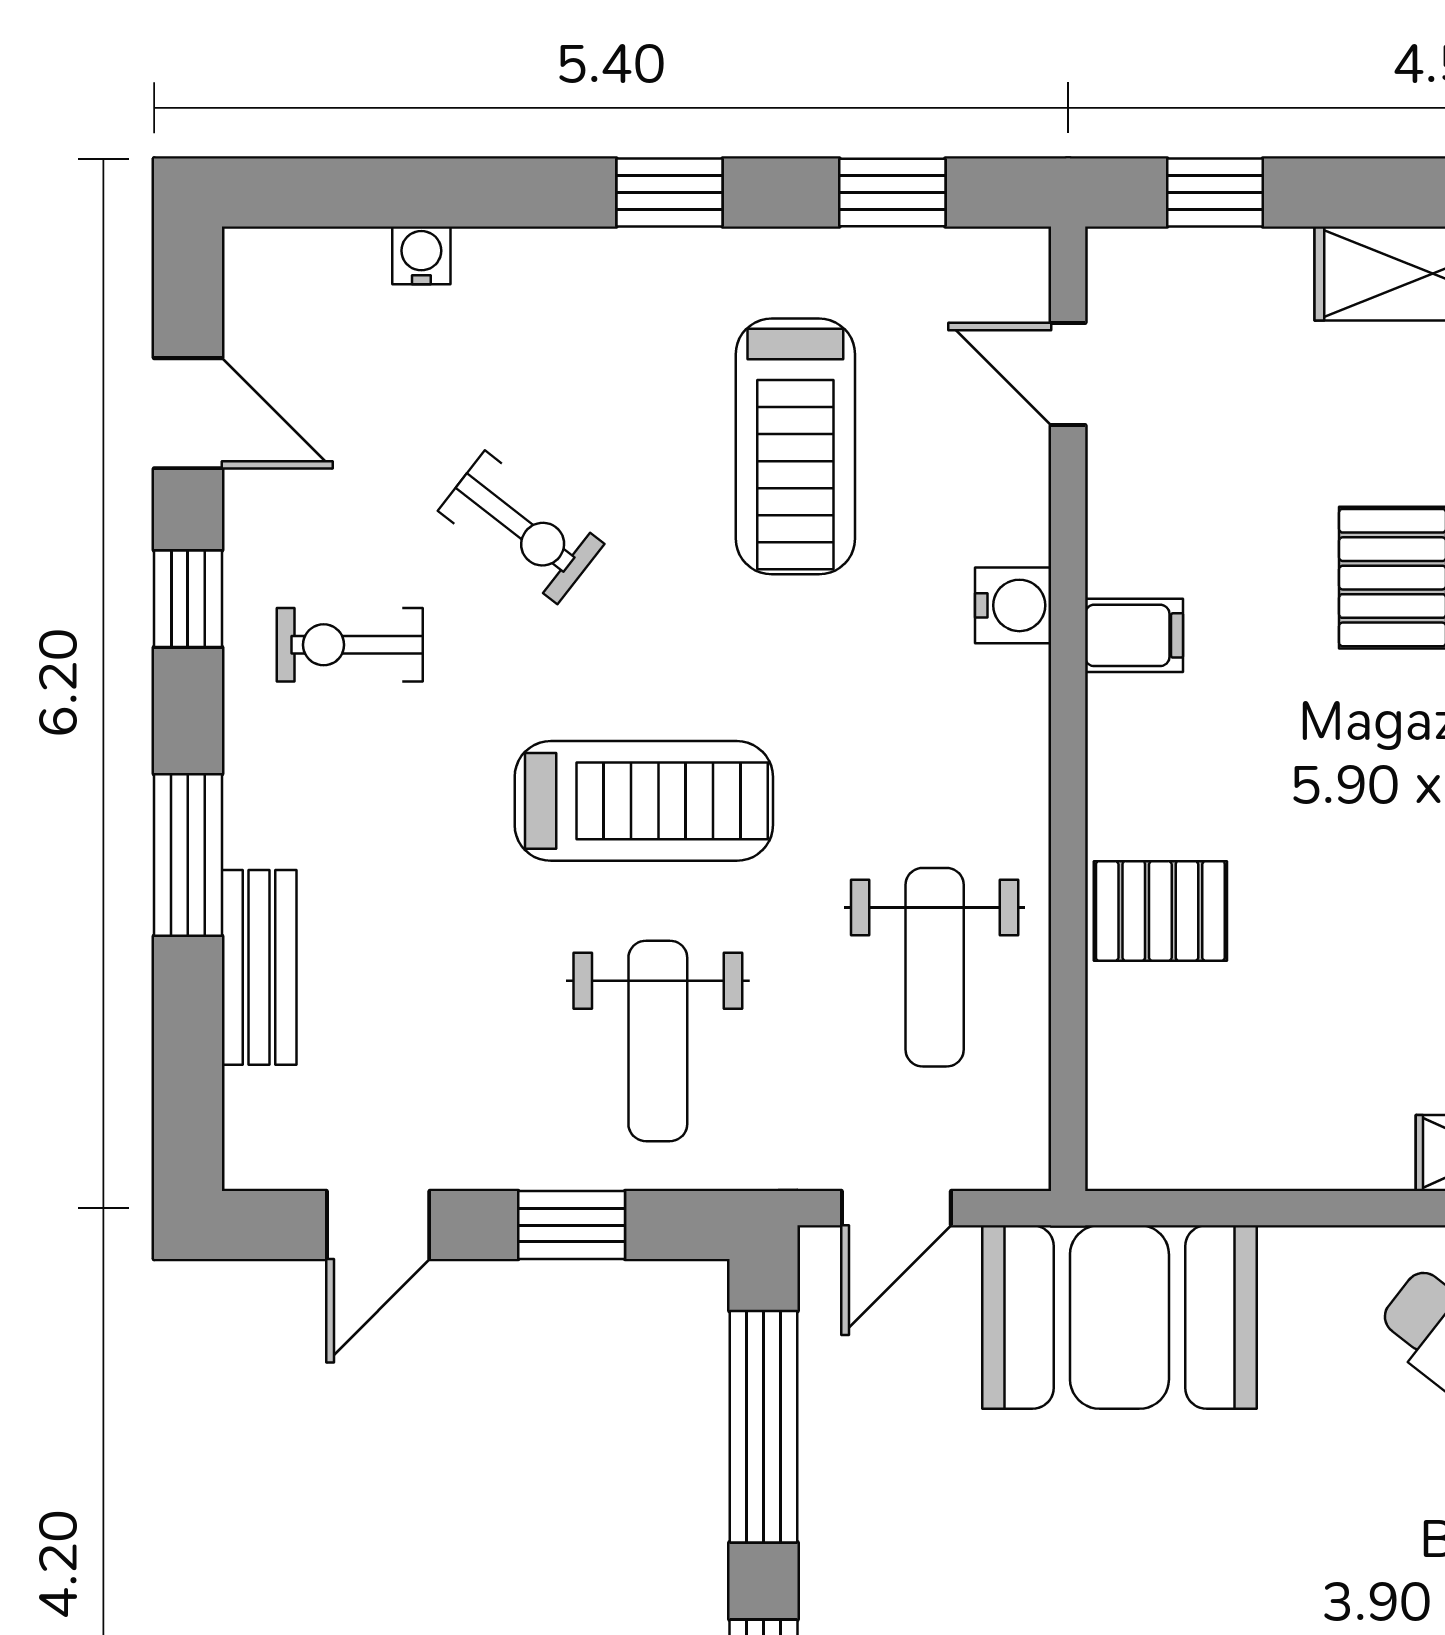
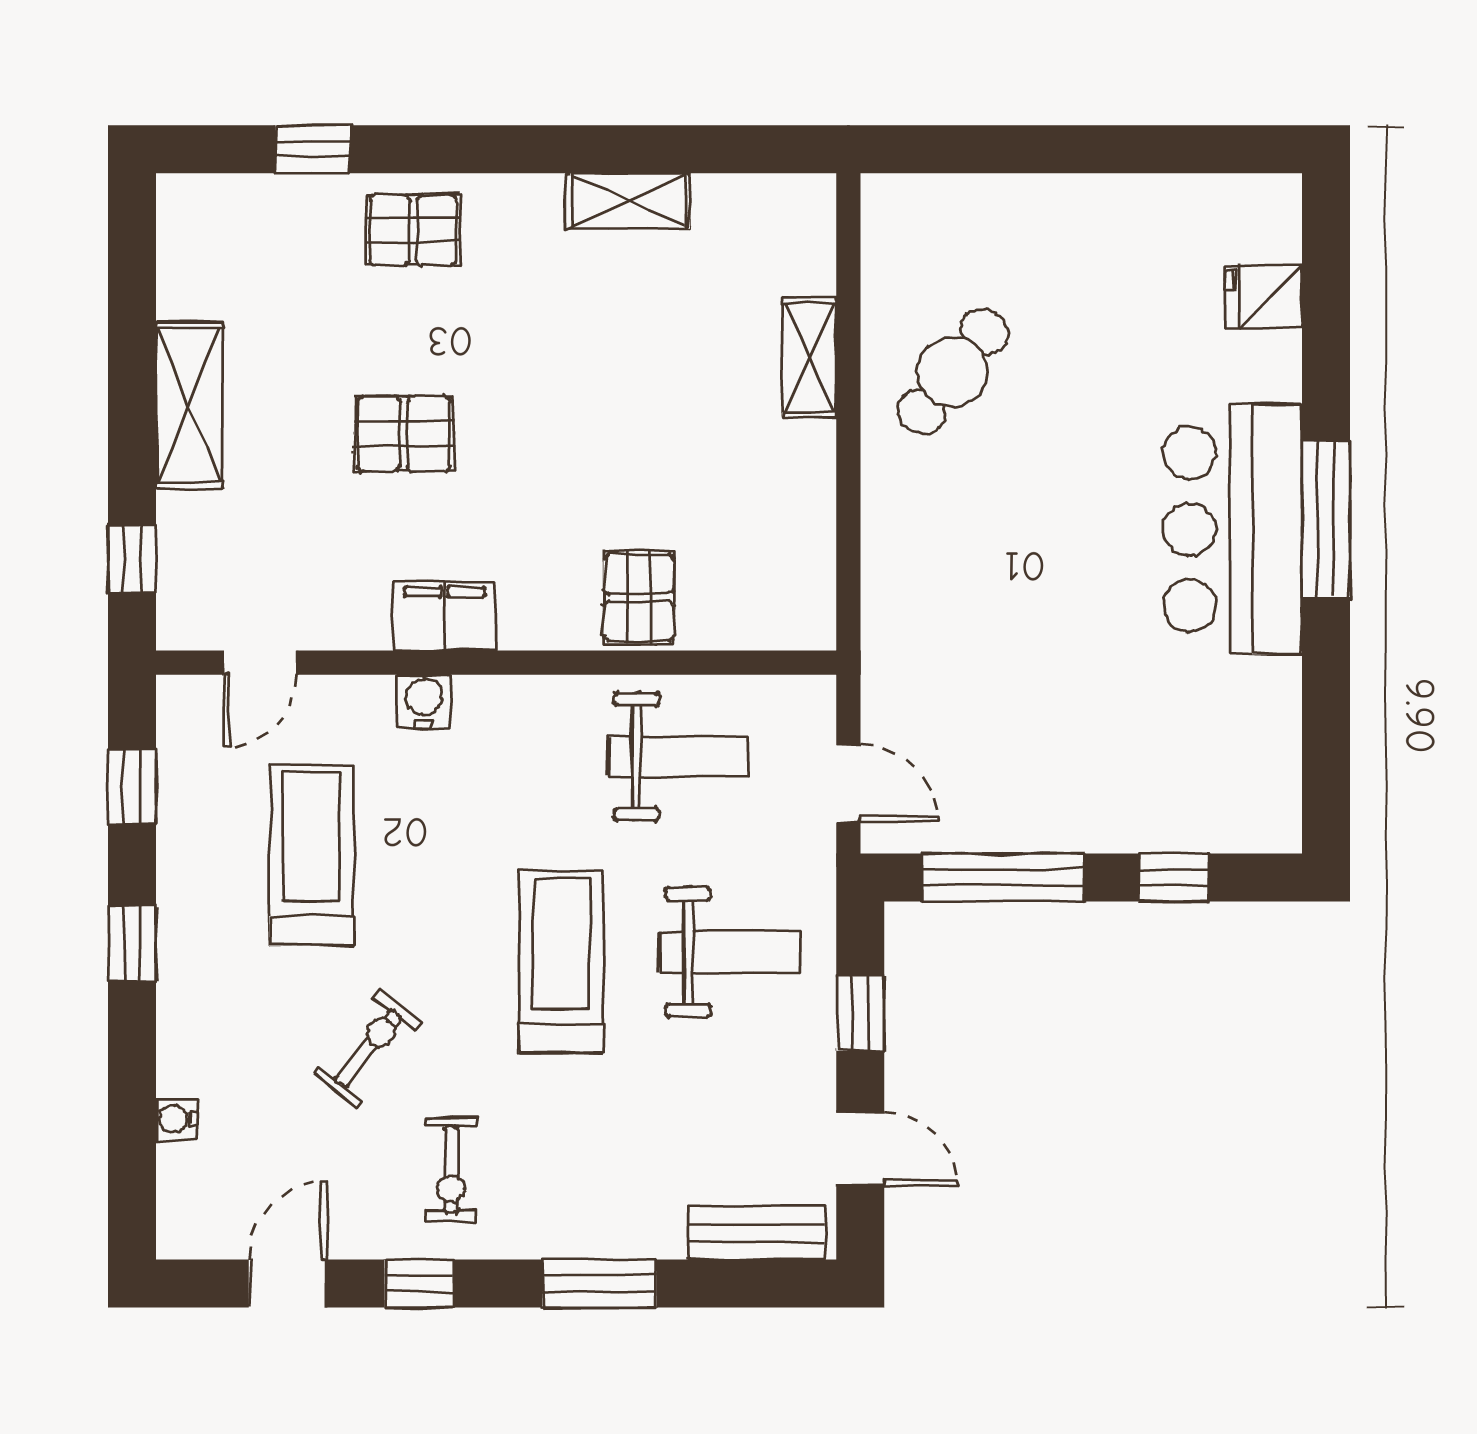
treadmill: (795, 446) -> (311, 855), turned -90
filing cabinet: (1134, 635) -> (444, 616), width x2.00
bench: (259, 967) -> (757, 1233), moved
booth: (1119, 1317) -> (925, 626), removed

